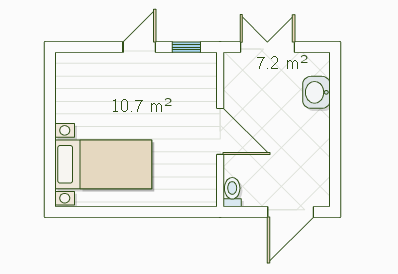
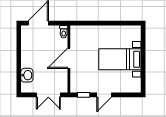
door: (220, 131) -> (69, 58), hinge flipped
bed with nightstands: (103, 164) -> (120, 59), moved

